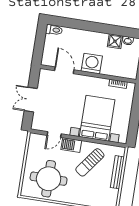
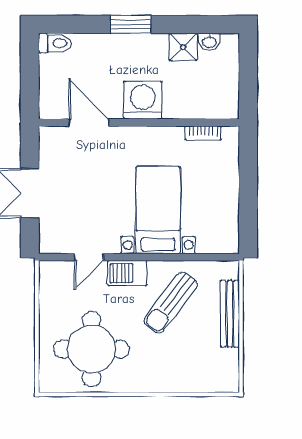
window: (92, 26) -> (131, 24), added
bed with nightstands: (97, 118) -> (158, 210), width x0.73

